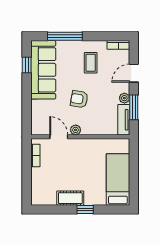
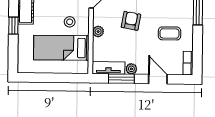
plant: (76, 130) -> (98, 32), moved
stool: (81, 157) -> (70, 22), added
bed: (118, 180) -> (61, 48), moved, turned 180

